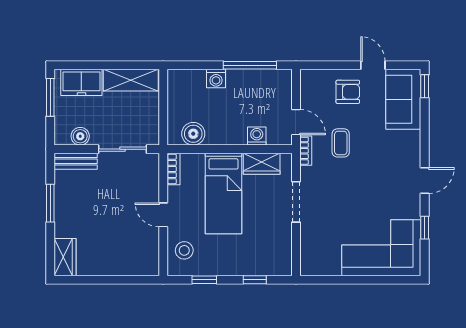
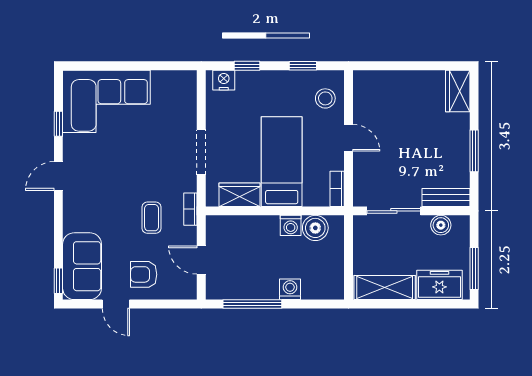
door: (296, 122) -> (201, 260), moved
washing machine: (257, 136) -> (291, 225), moved
nightstand: (276, 267) -> (224, 80), added

